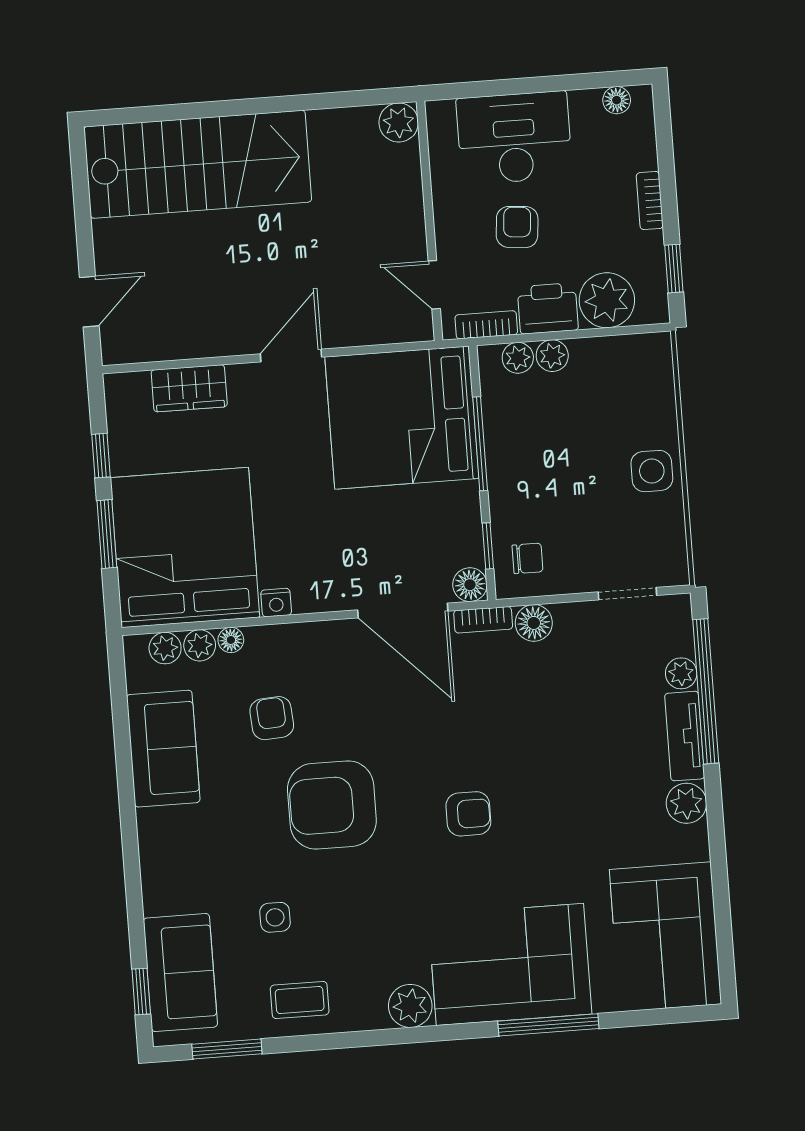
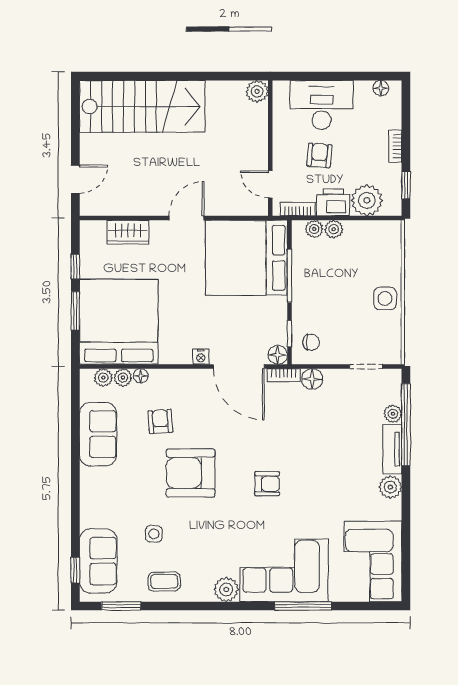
nightstand: (276, 603) -> (201, 357), moved

